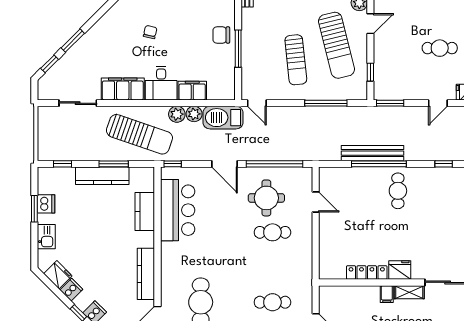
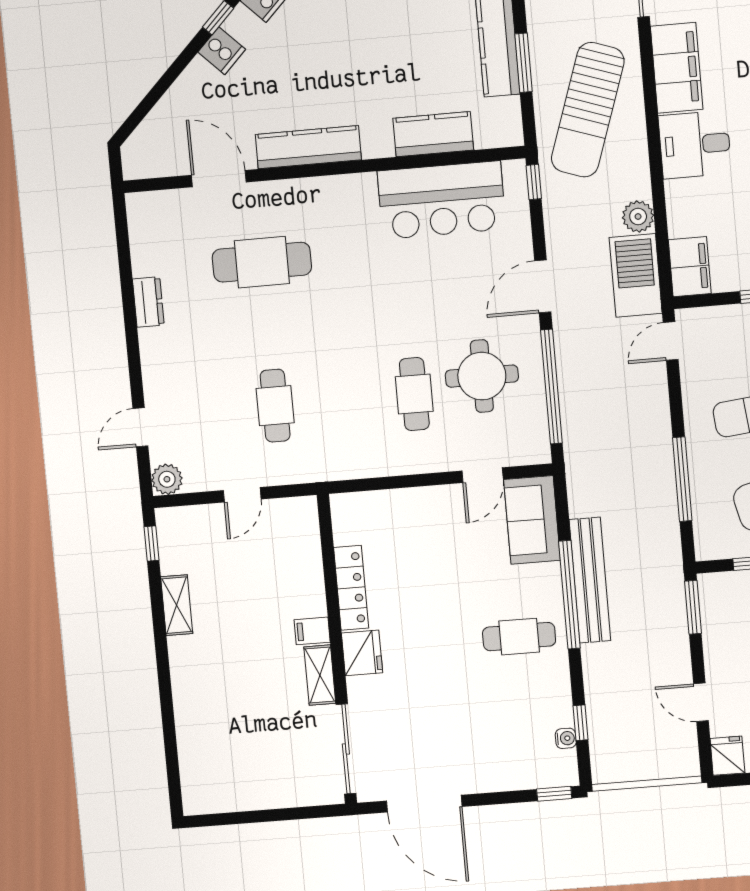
filing cabinet: (192, 91) -> (690, 267), moved
plant: (177, 114) -> (635, 182), removed
water cooler: (451, 172) -> (566, 738), added
sofa: (340, 179) -> (532, 520), added

